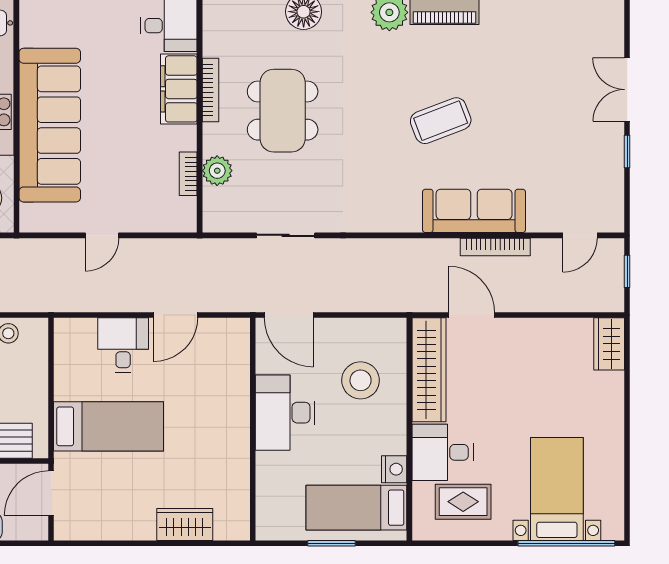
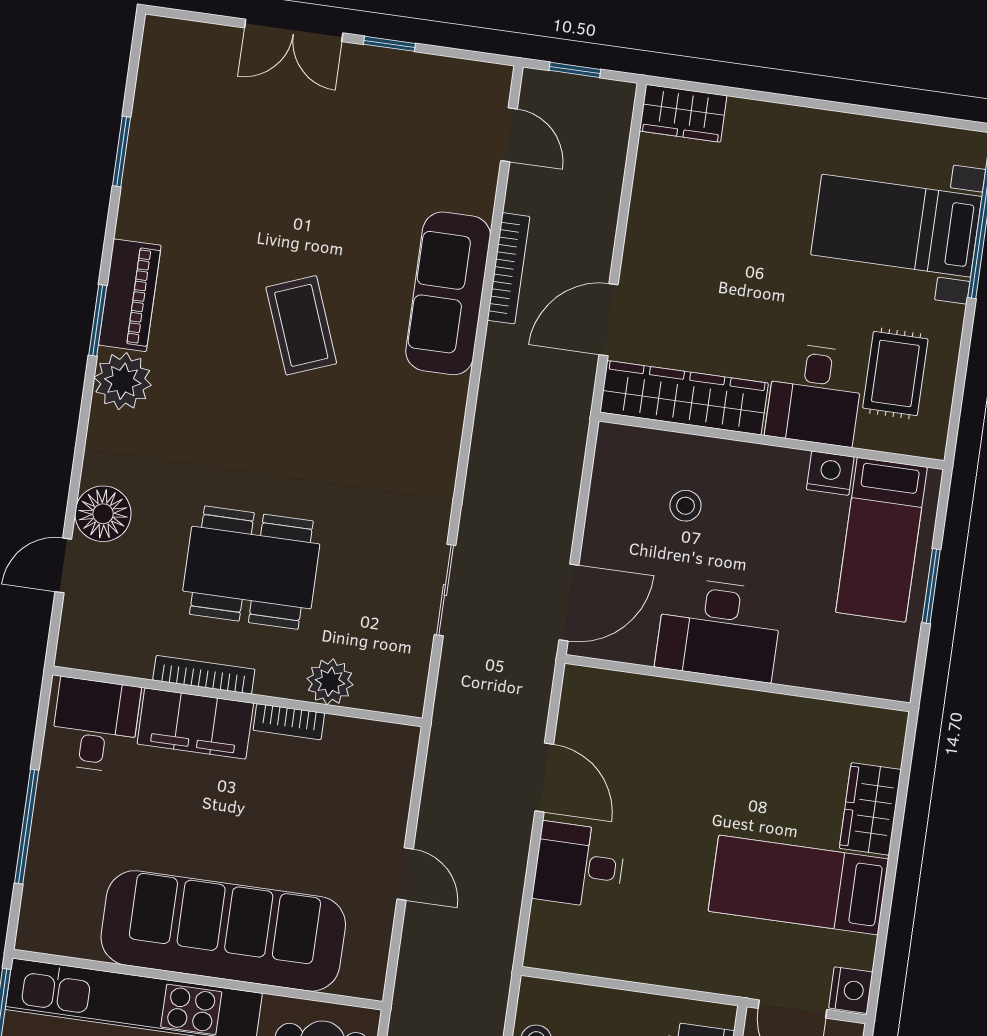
bookcase: (188, 174) -> (289, 722), moved
stool: (361, 380) -> (685, 506), width x0.53, depth x0.53
bed: (109, 426) -> (798, 885), moved, turned -90
nightstand: (68, 528) -> (851, 990), added

